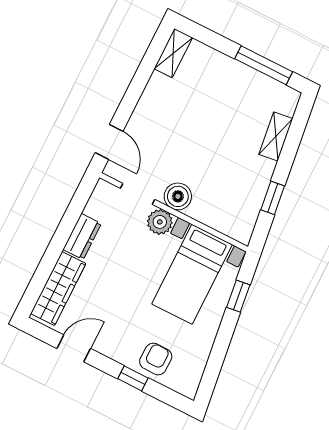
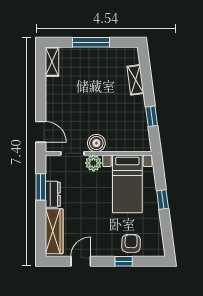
window: (264, 65) -> (91, 42), moved
window: (71, 218) -> (41, 187), added
window: (238, 296) -> (163, 200), moved

